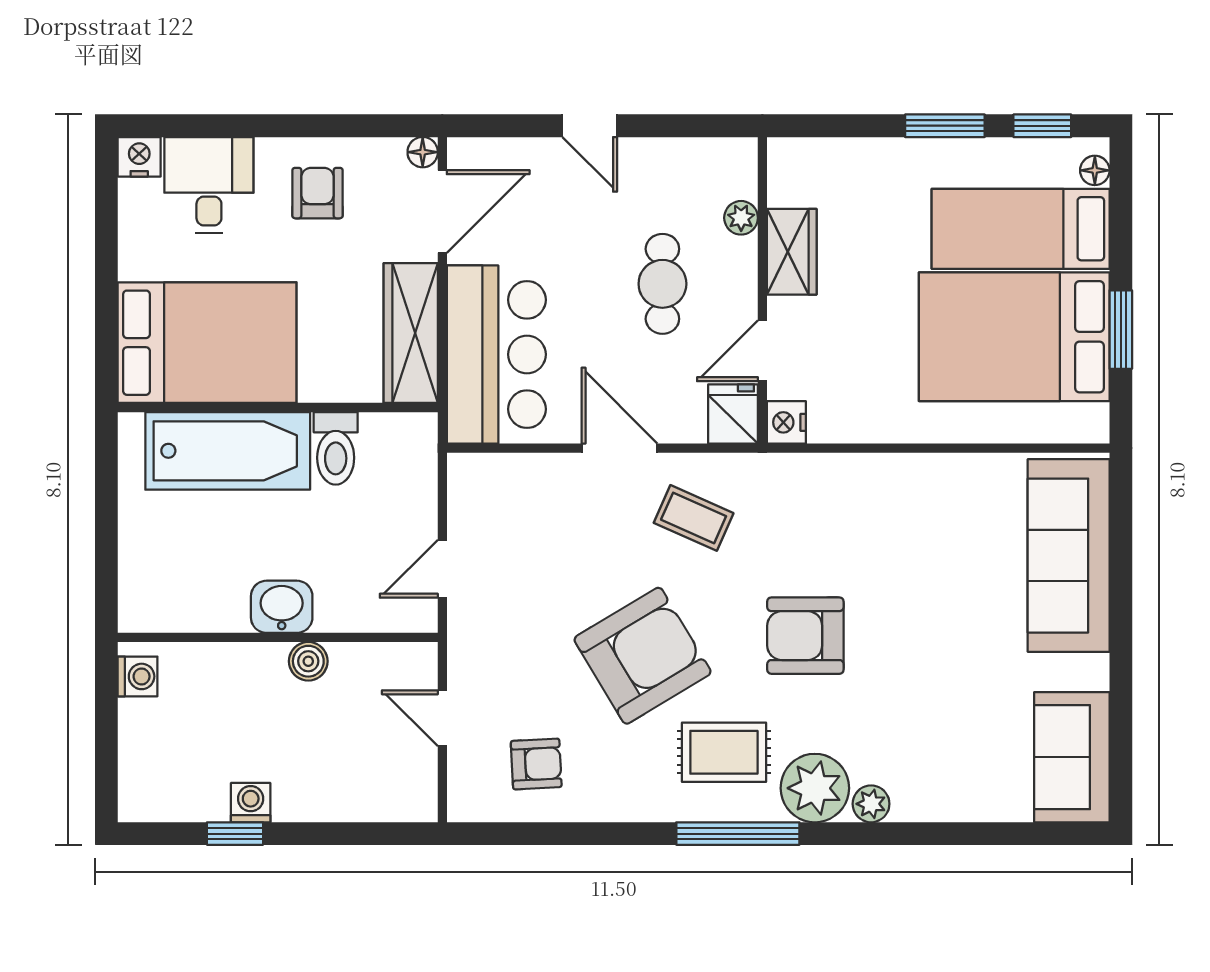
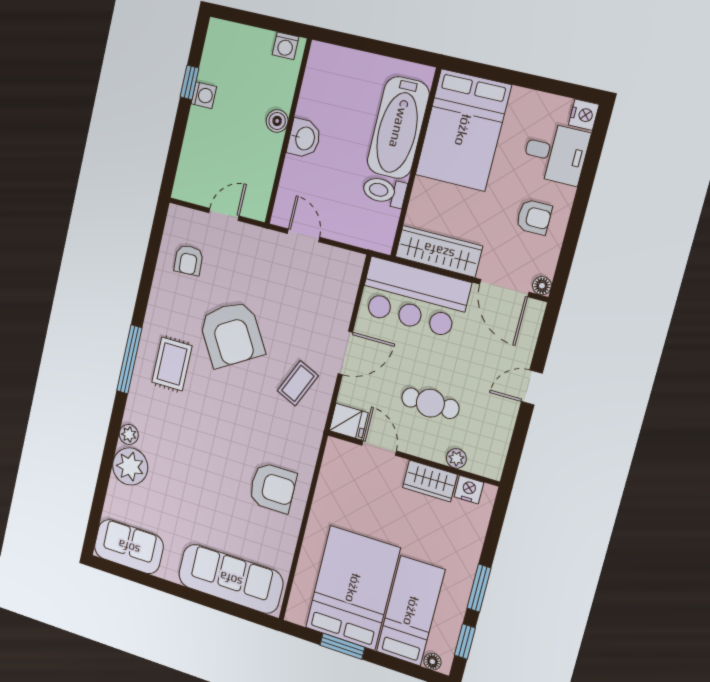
nightstand: (786, 422) -> (469, 490), moved
armchair: (805, 636) -> (273, 488), moved, turned 90
boiler: (308, 661) -> (277, 121), moved
plant: (815, 788) -> (130, 466), moved

